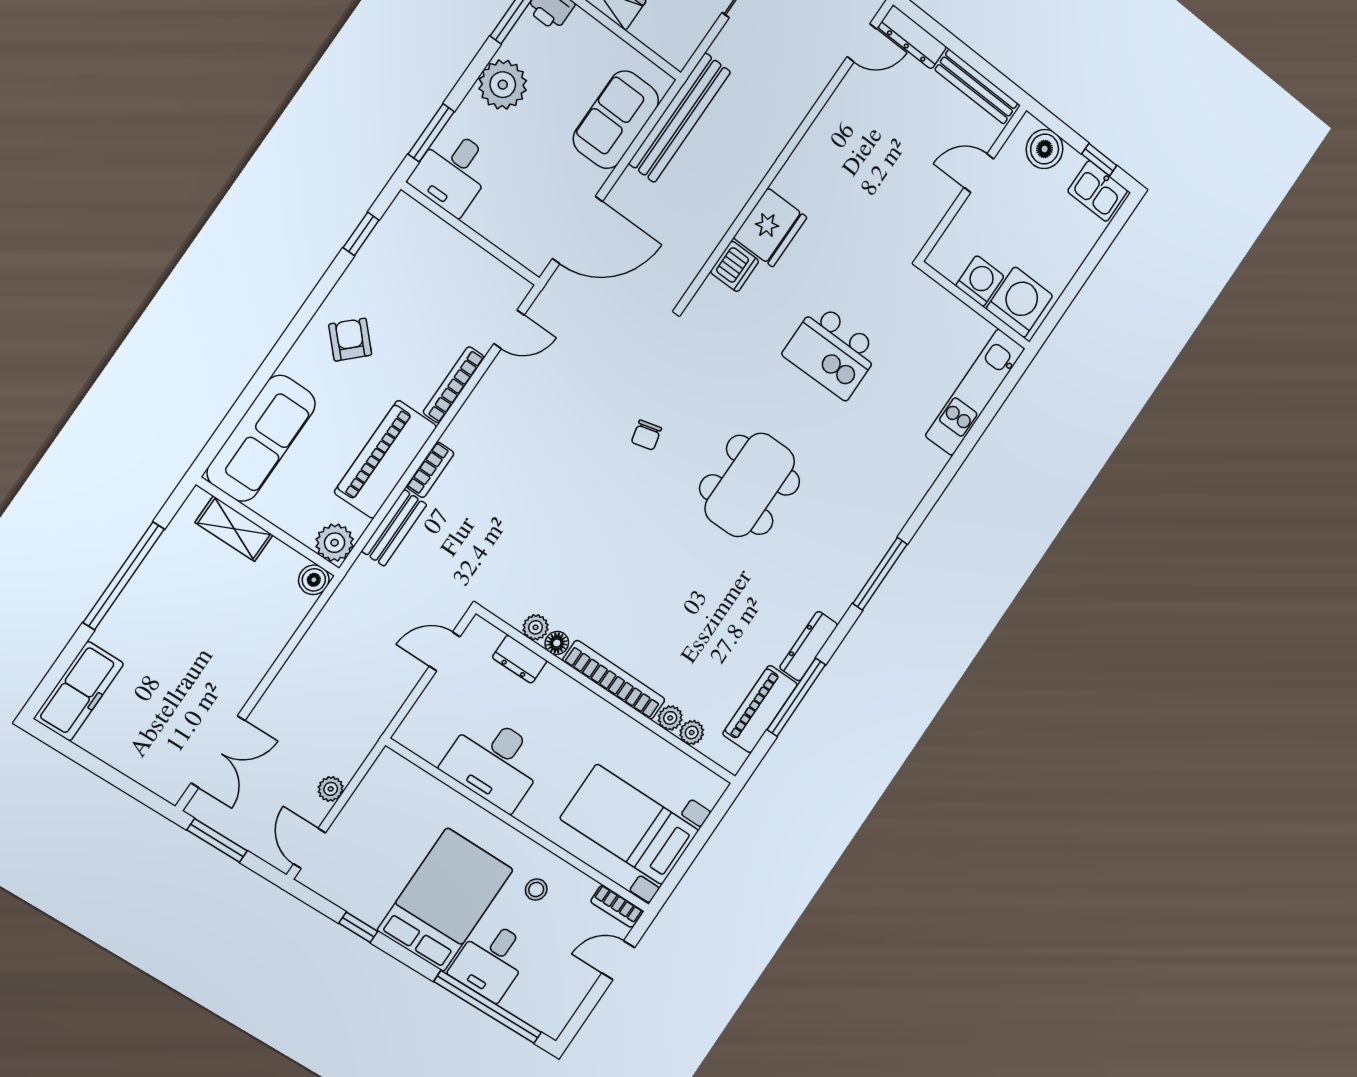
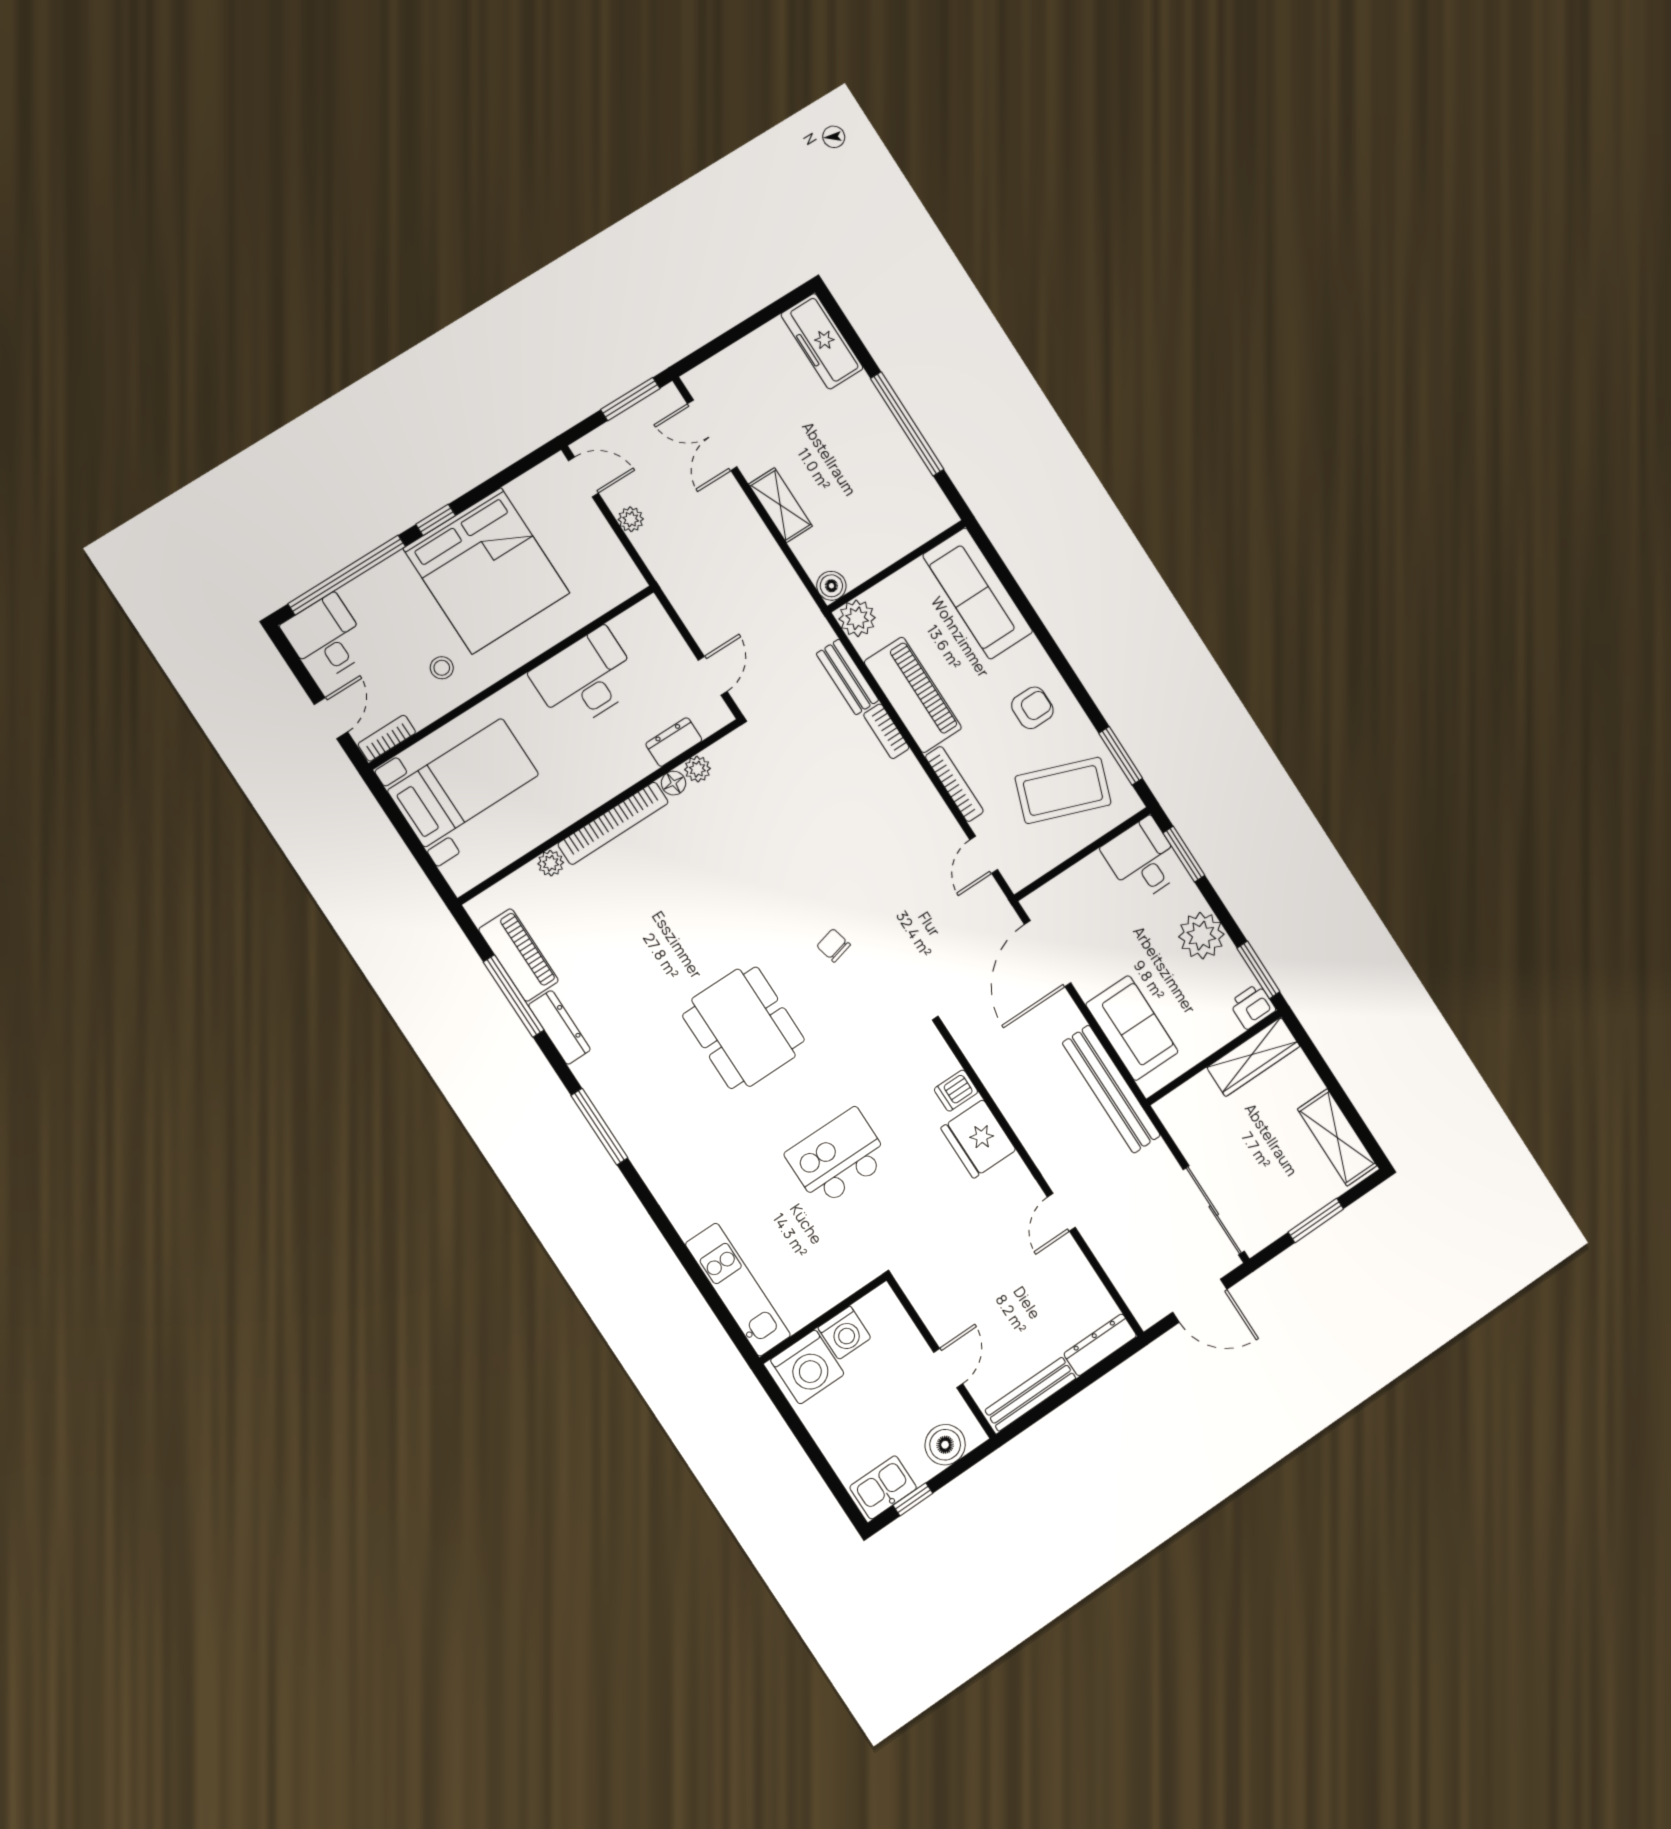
door: (862, 43) -> (1061, 1212), moved
window: (361, 234) -> (1121, 756), width x1.50
dishwasher: (735, 266) -> (956, 1091), width x0.73
coffee table: (418, 277) -> (1063, 790), added
armchair: (350, 340) -> (1032, 708), turned -46
shelving: (234, 529) -> (780, 505), moved, turned 90
plant: (692, 733) -> (526, 879), removed
bed: (445, 900) -> (487, 571), width x1.36
window: (358, 927) -> (436, 520), moved
desk: (491, 961) -> (326, 638), moved

